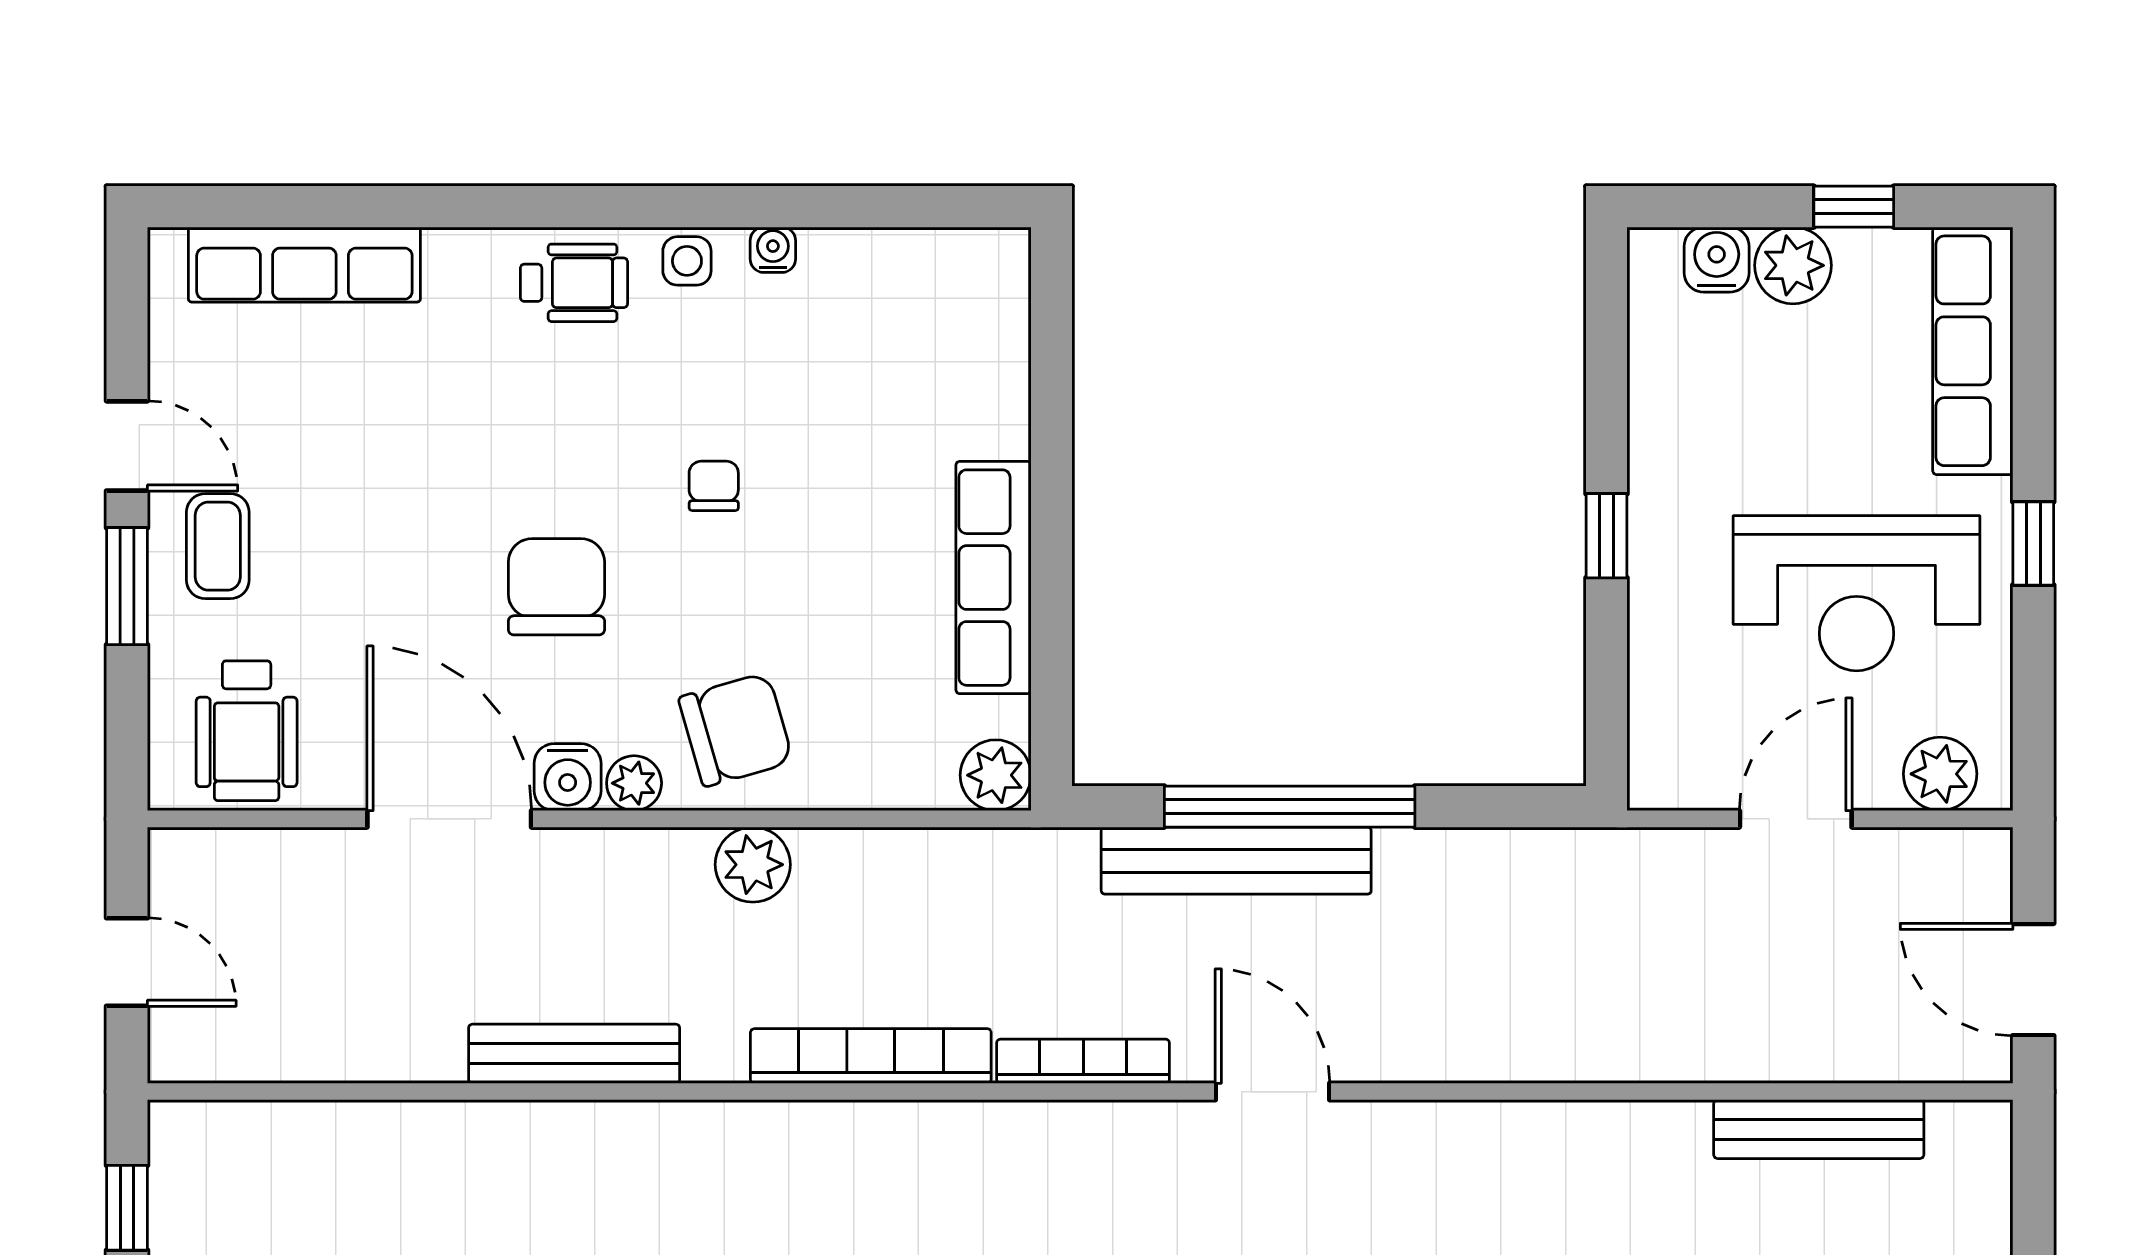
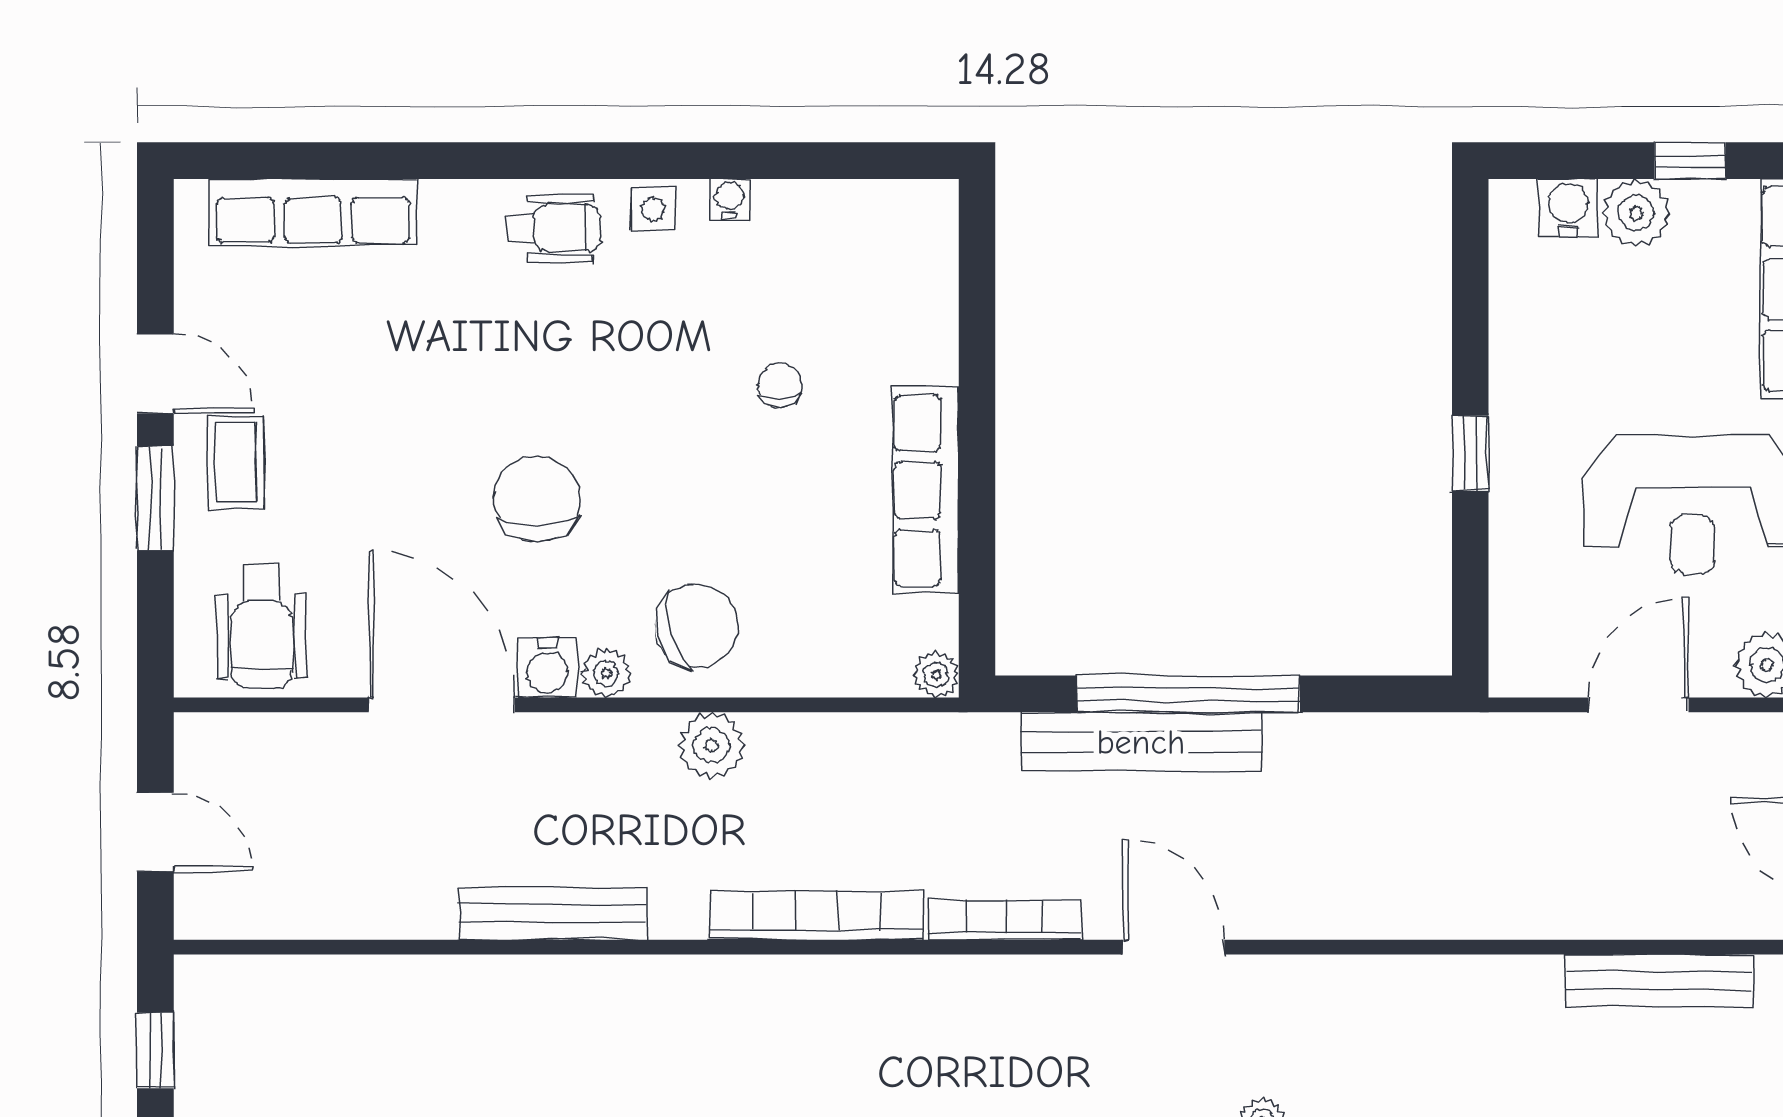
chair: (714, 486) -> (780, 385), moved
plant: (996, 775) -> (936, 675), width x0.73, depth x0.73

